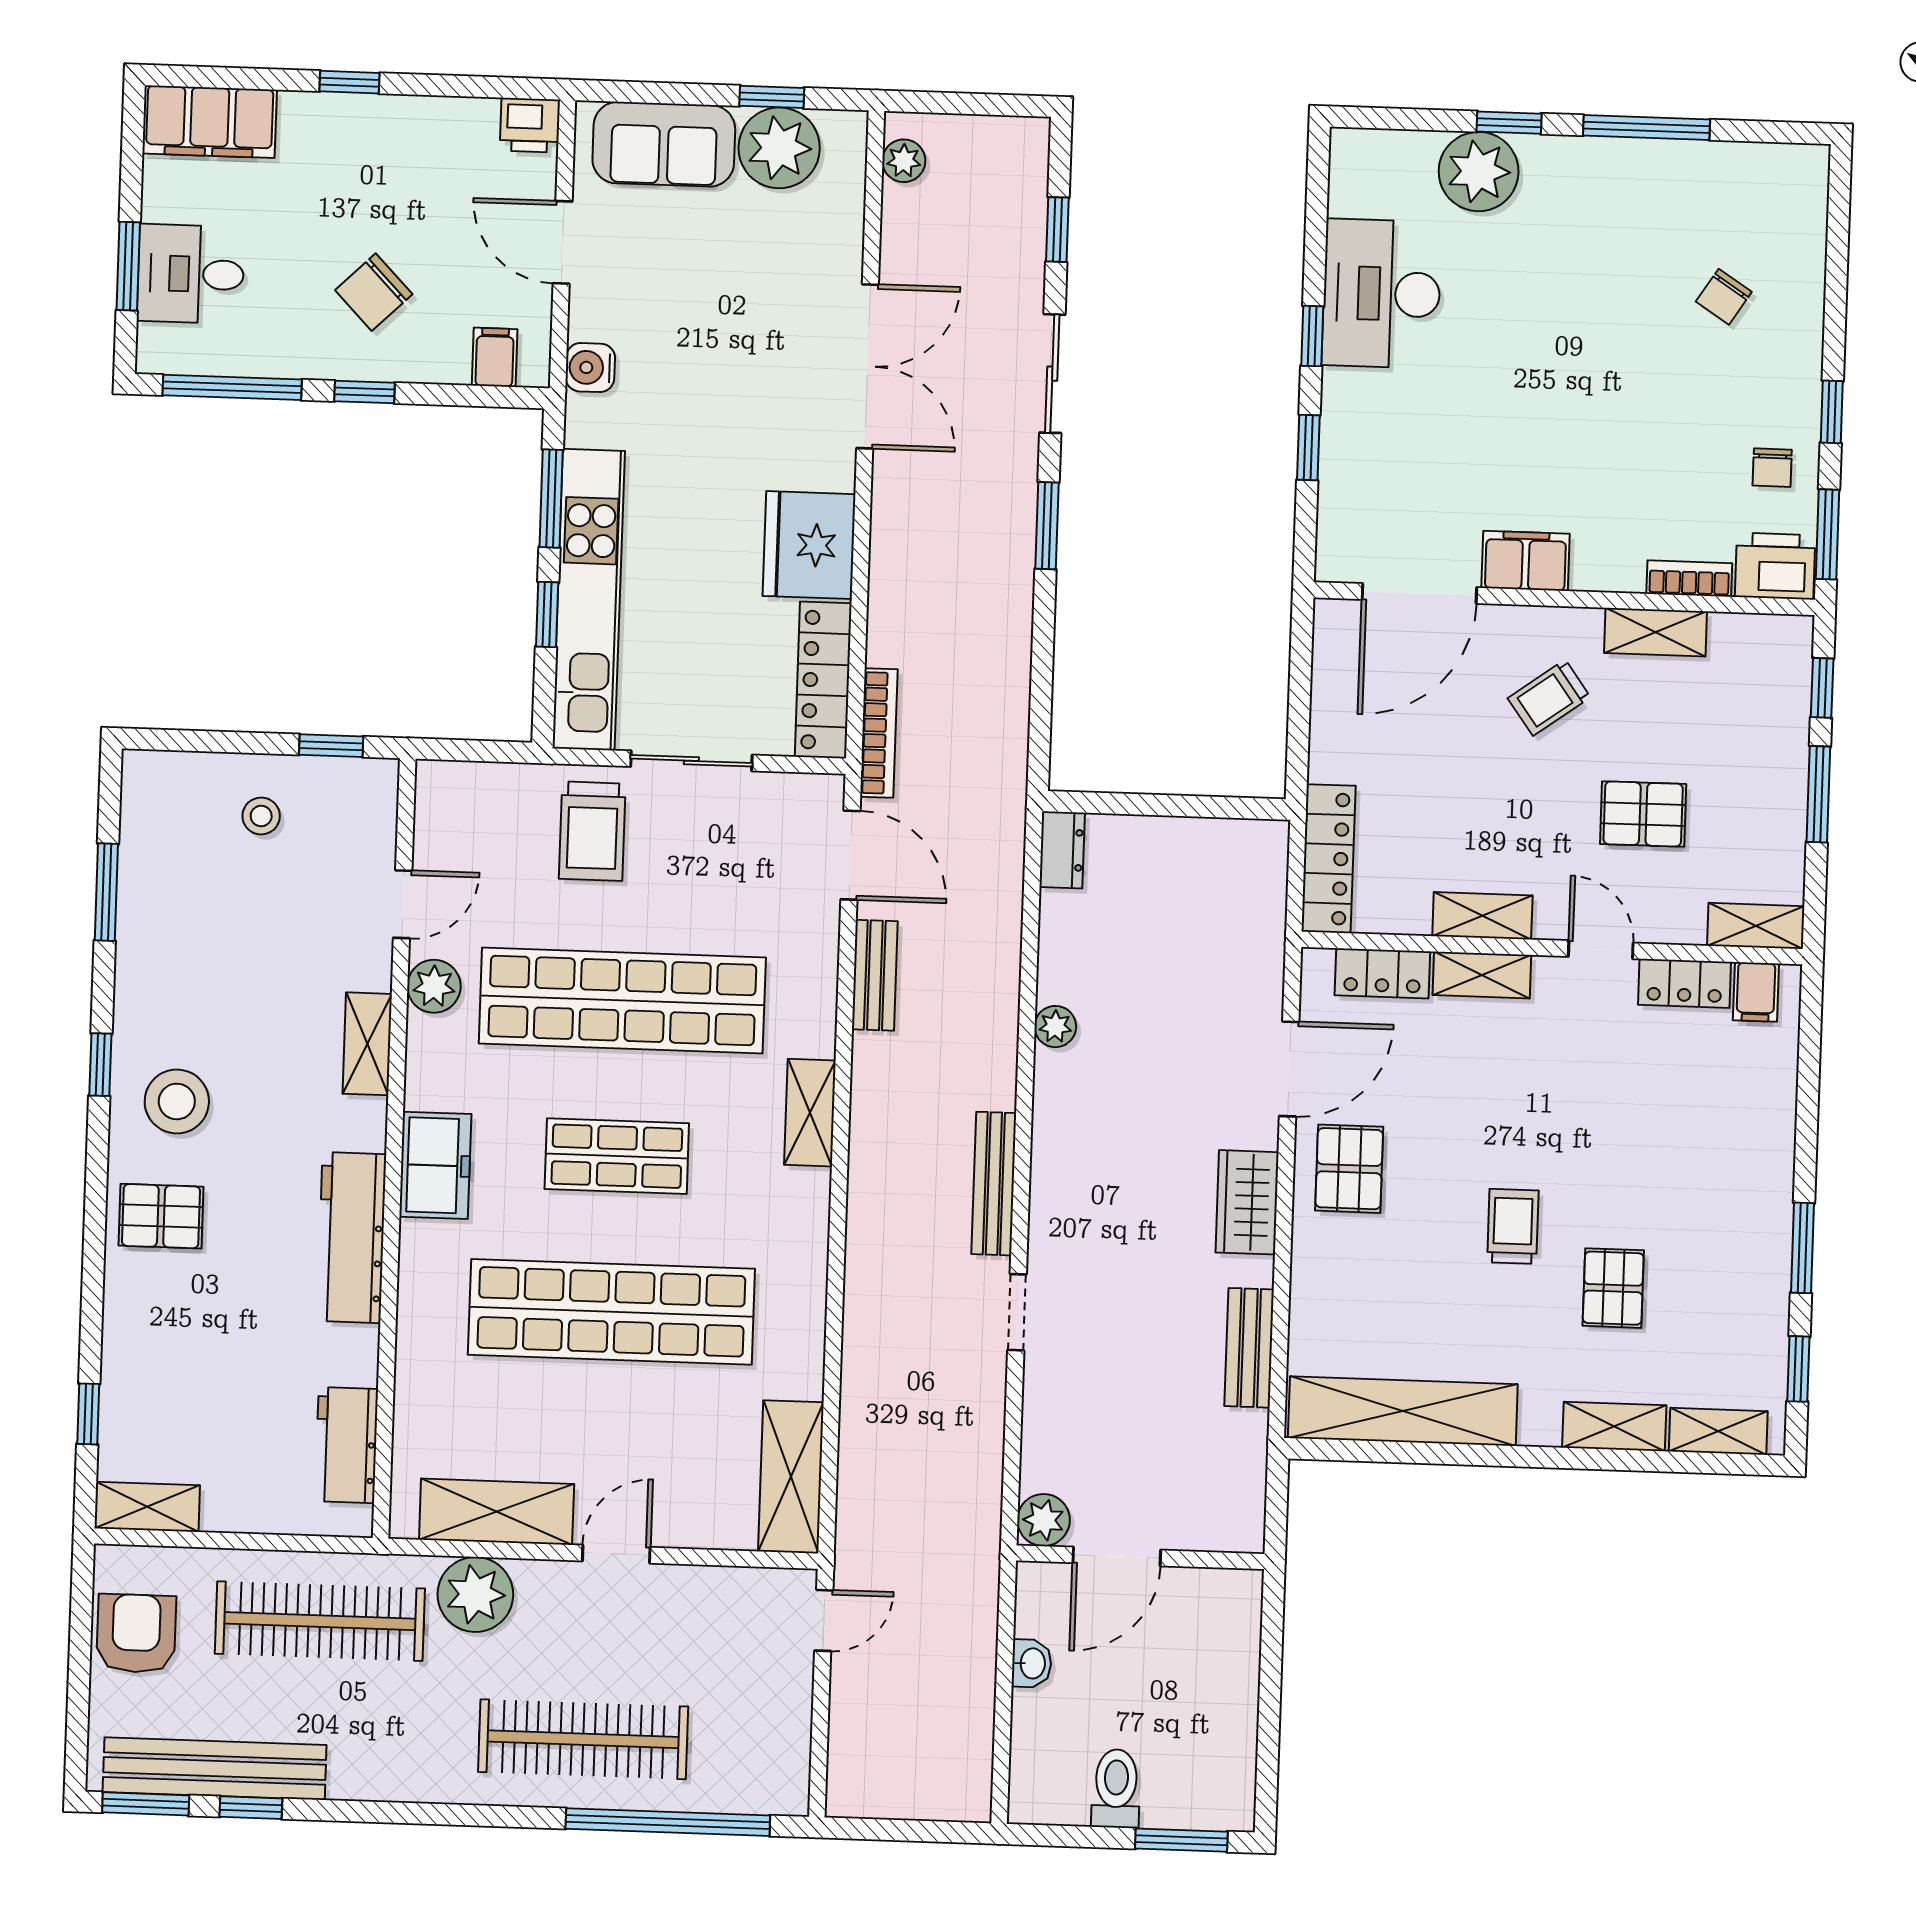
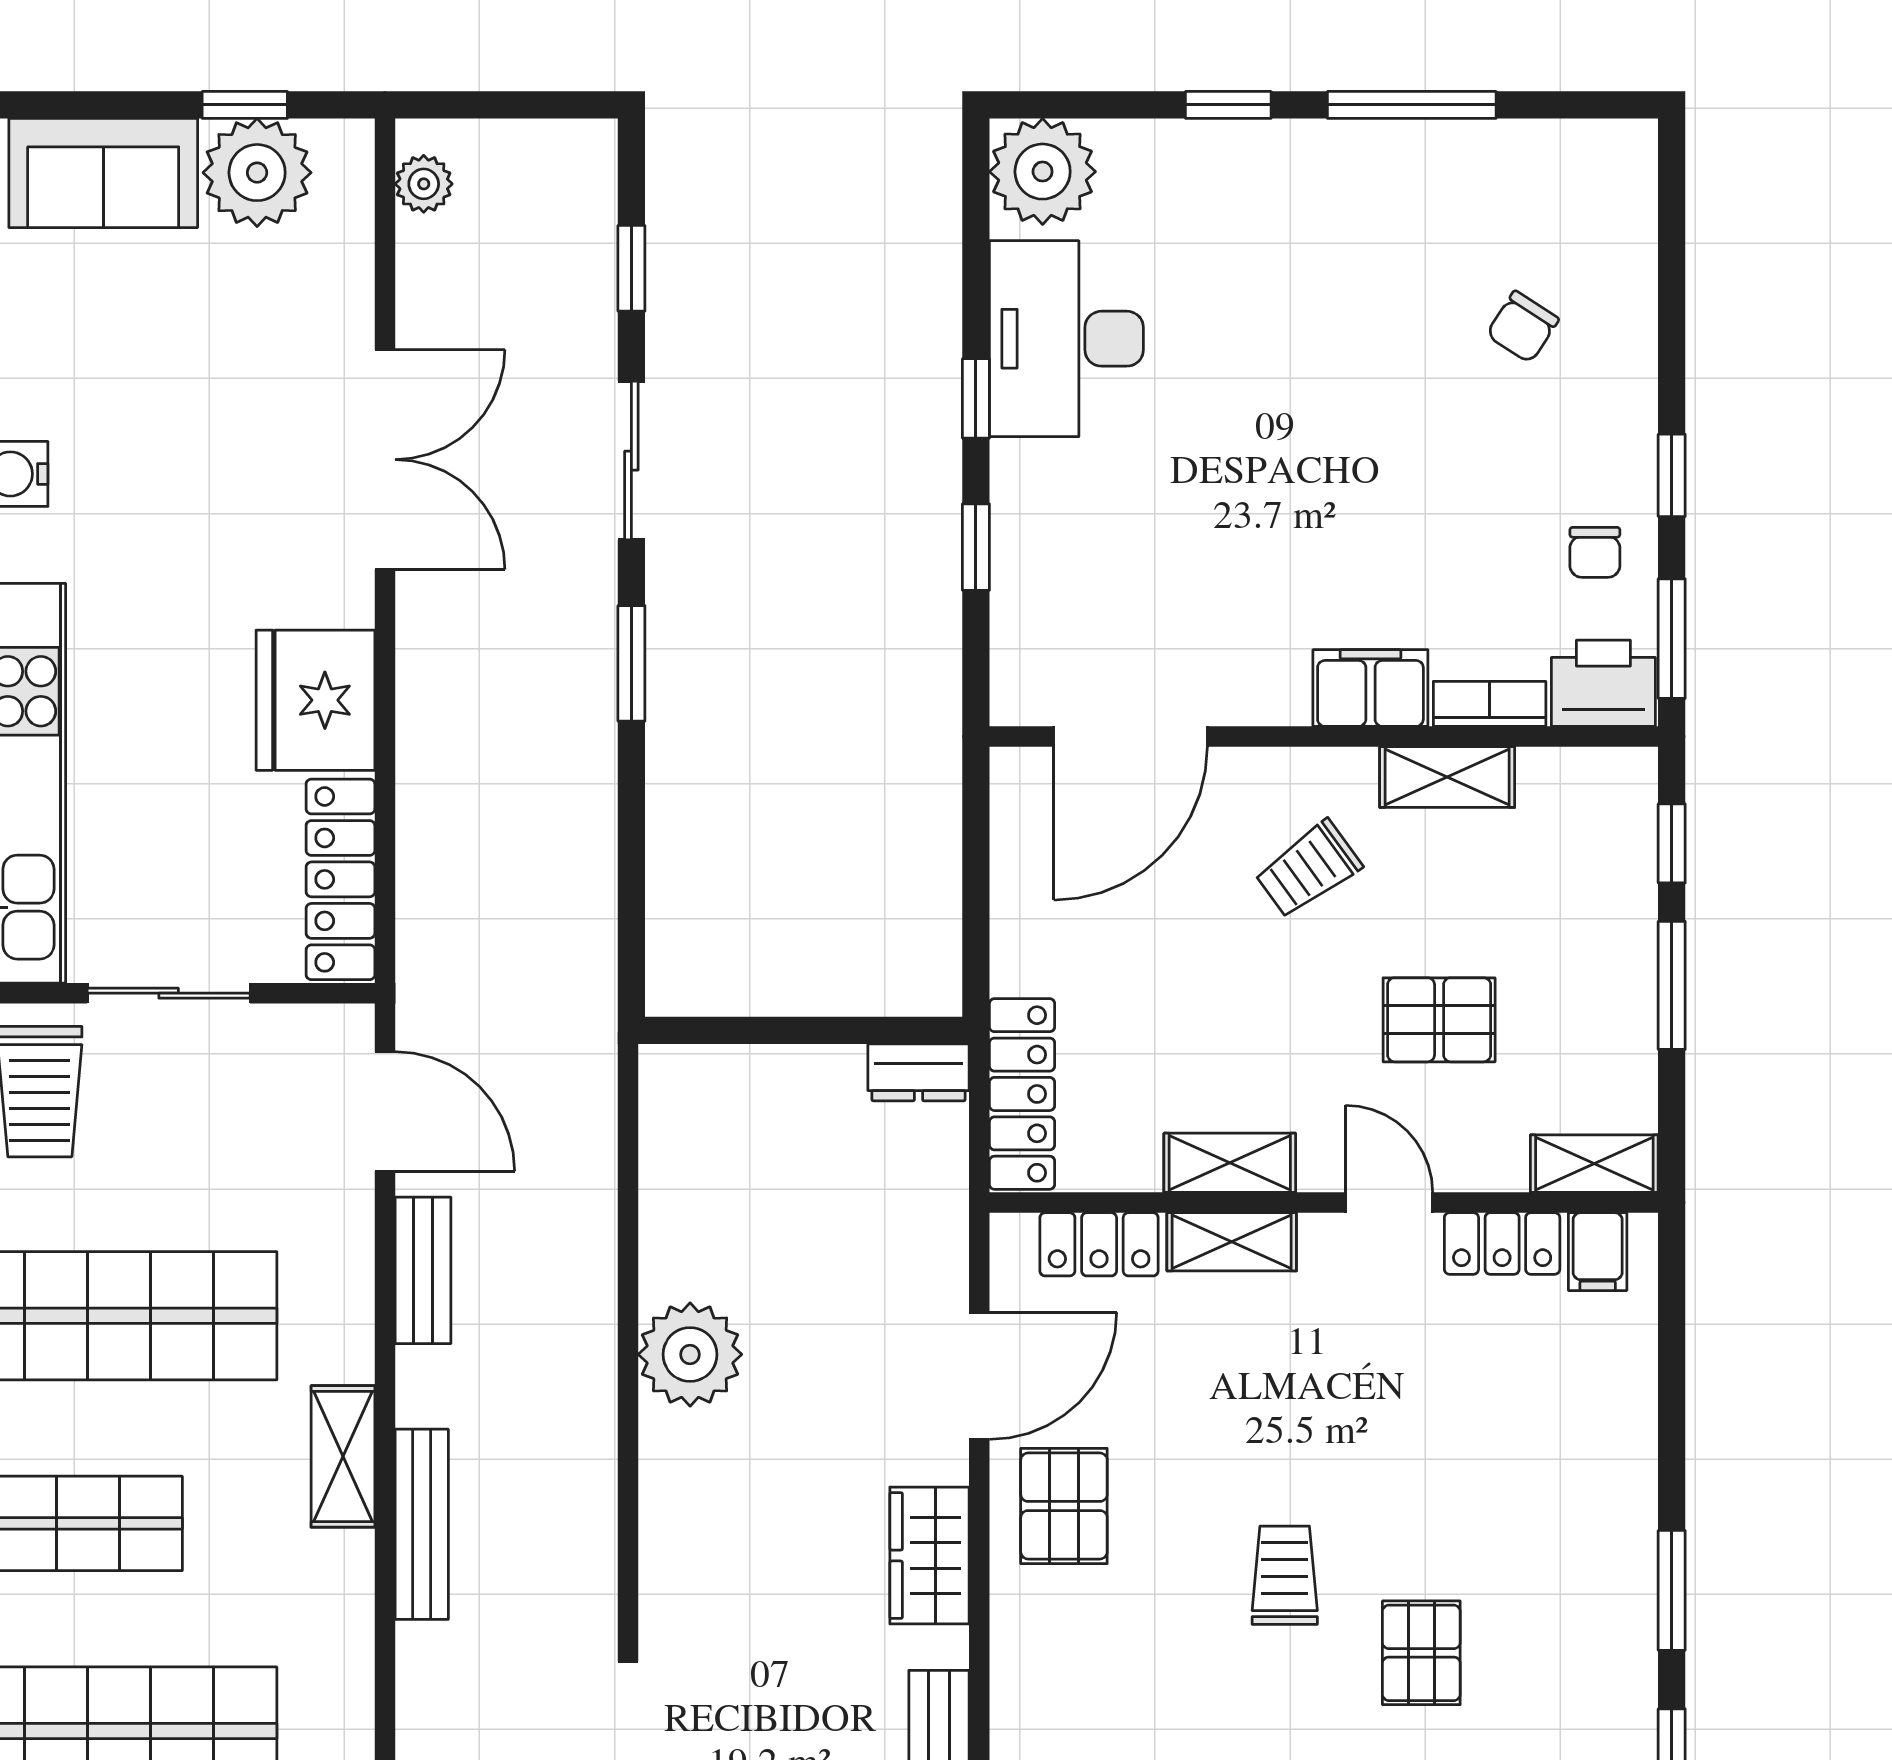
plant: (1479, 172) -> (1043, 172), moved
filing cabinet: (1526, 561) -> (1370, 688), moved
bookcase: (879, 733) -> (417, 947), removed
dresser: (1062, 850) -> (918, 1072), moved, turned 90
plant: (1055, 1027) -> (690, 1354), width x1.87, depth x1.87
bench: (994, 1184) -> (422, 1524), moved

